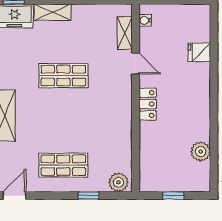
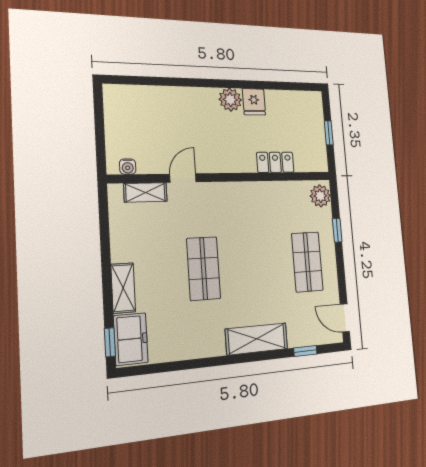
fridge: (199, 52) -> (254, 102), moved
locker: (148, 104) -> (275, 162), moved
plant: (201, 152) -> (230, 100), moved

